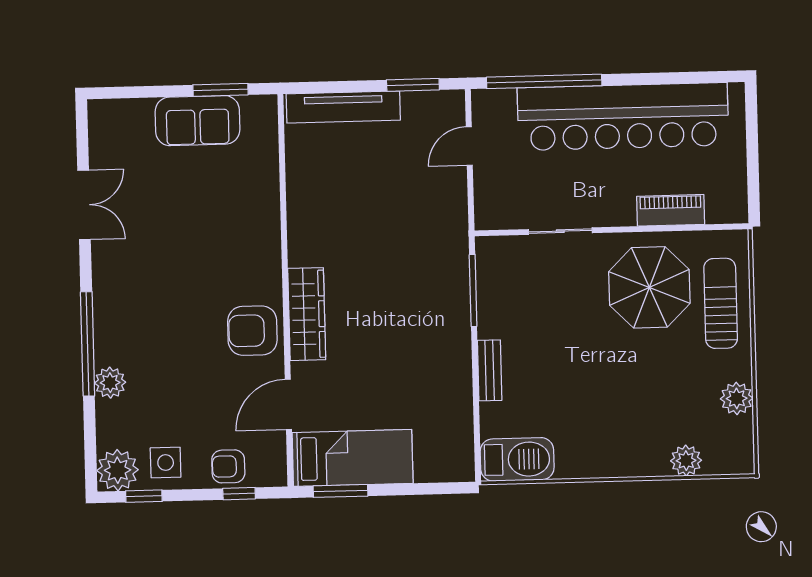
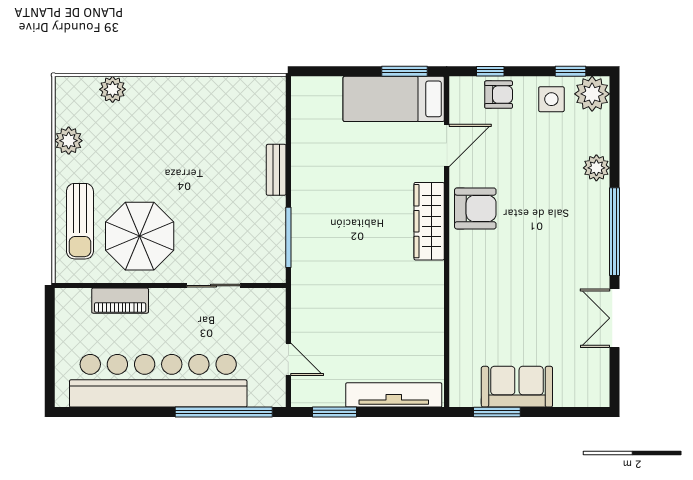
door: (469, 146) -> (288, 359), hinge flipped
window: (88, 344) -> (615, 232), moved
barbecue: (517, 459) -> (255, 94), removed

